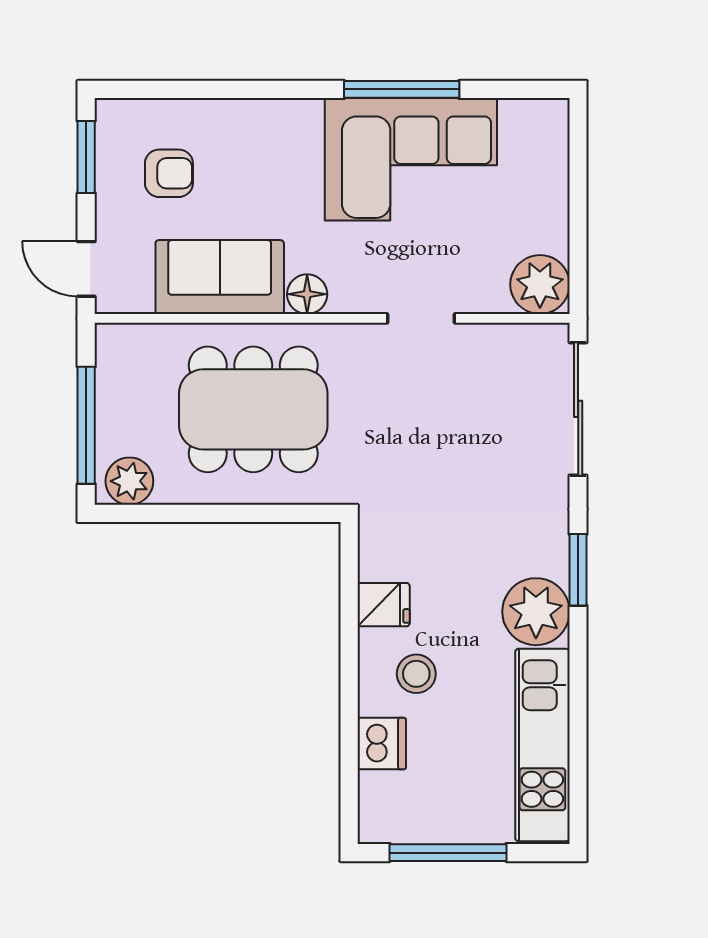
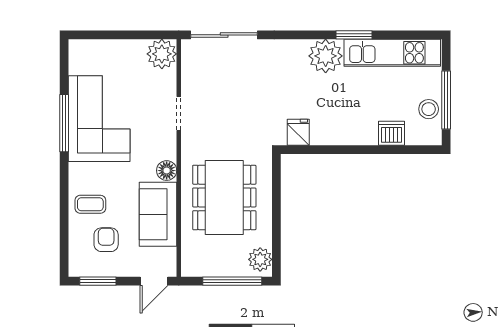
coffee table: (240, 142) -> (90, 204), added
window: (578, 570) -> (354, 35), moved
fridge: (384, 605) -> (298, 132), moved
stool: (416, 674) -> (429, 109), moved

